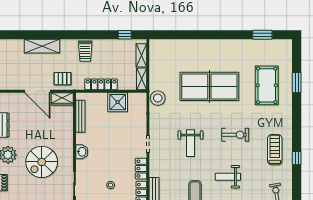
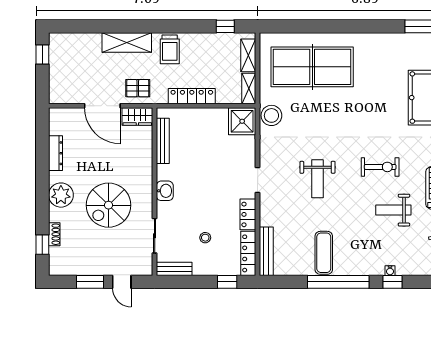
shelving: (42, 46) -> (127, 43), moved
table tennis table: (209, 86) -> (312, 67), moved
shower: (118, 102) -> (242, 121), moved
weight bench: (228, 177) -> (393, 210), moved

